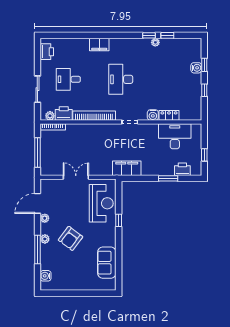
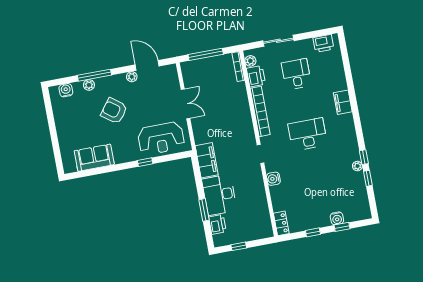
locker: (169, 115) -> (281, 223), moved
desk: (175, 136) -> (219, 195), moved, turned 180
plant: (45, 239) -> (89, 85), moved

